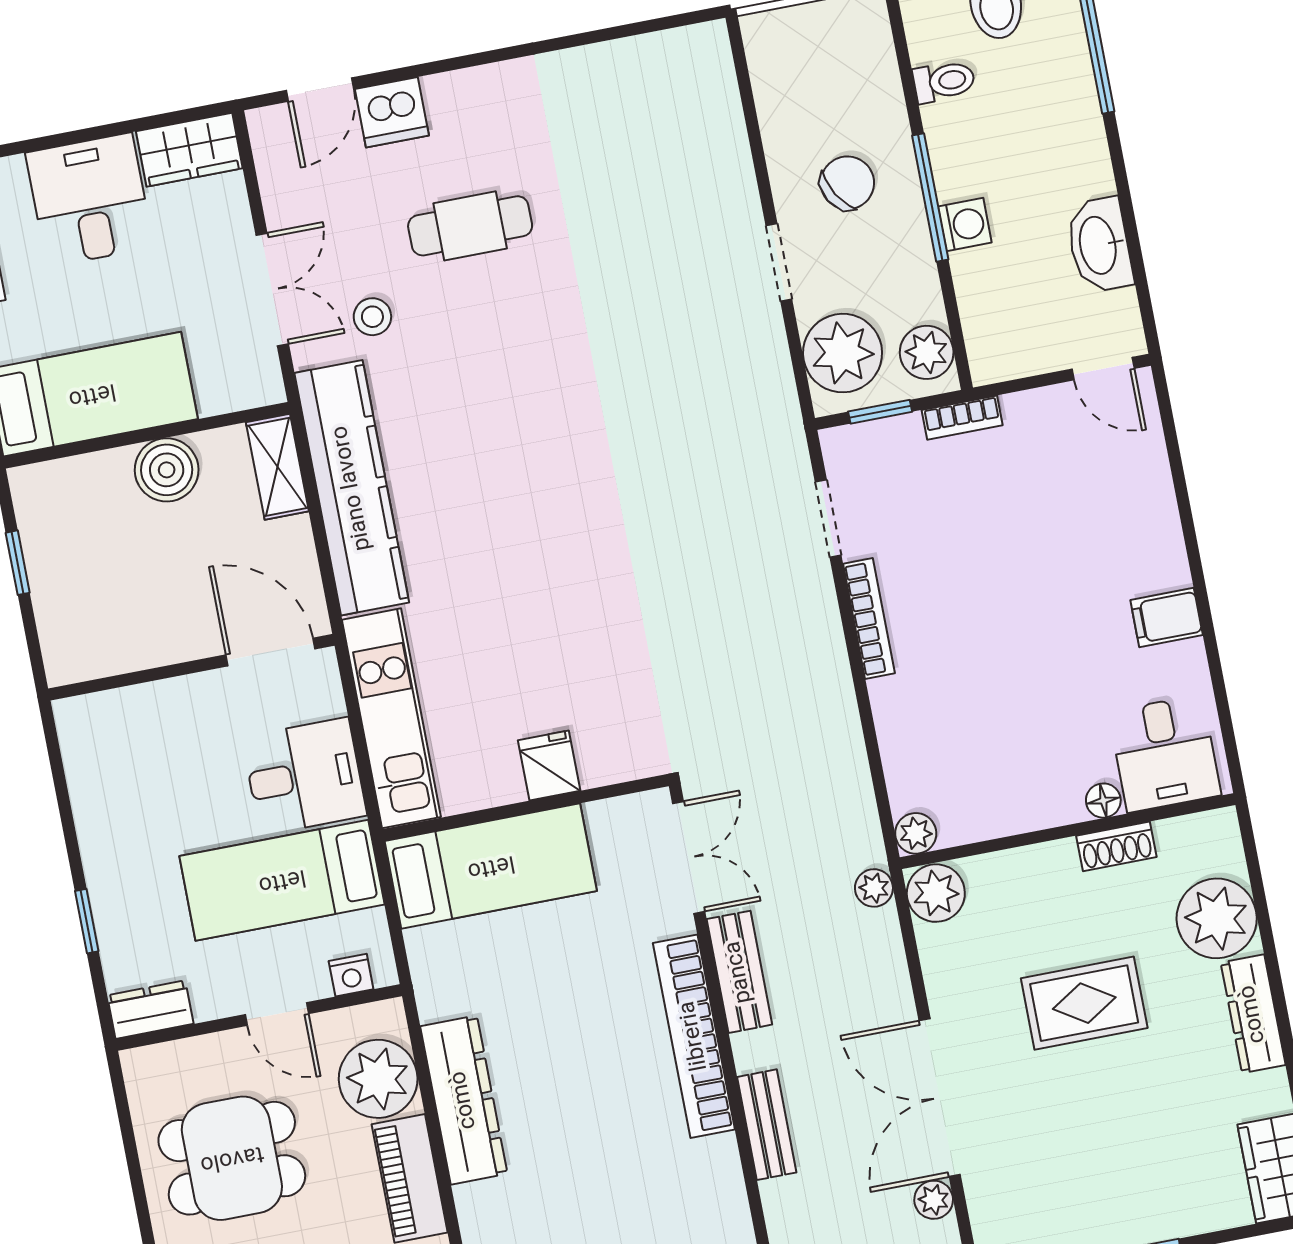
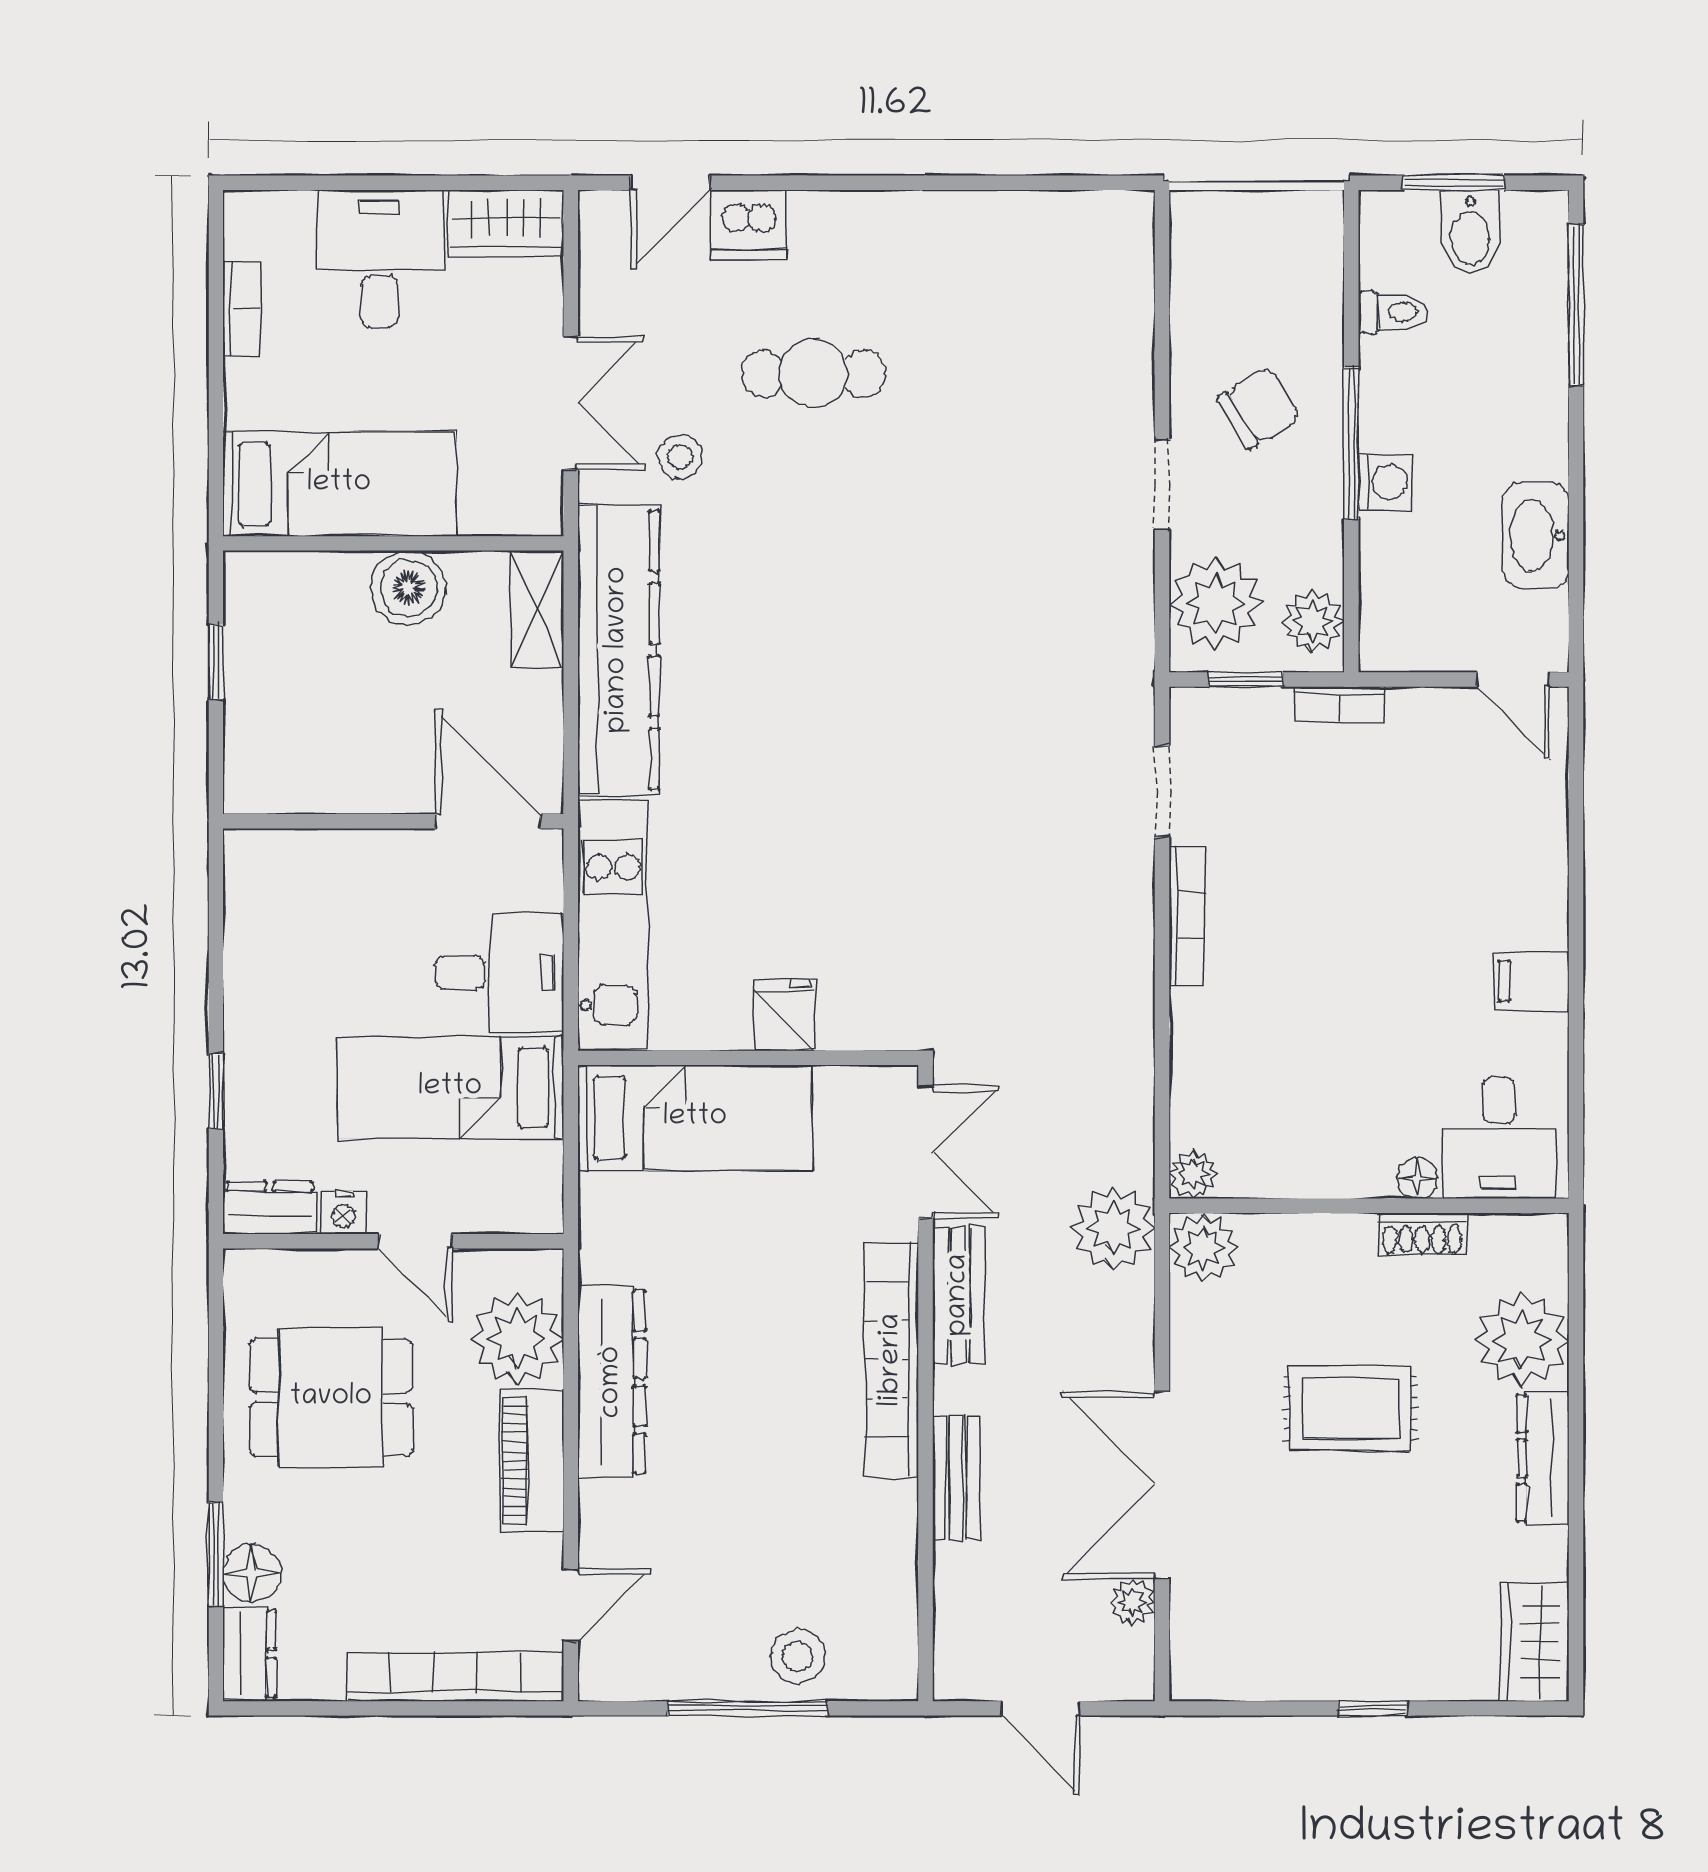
plant: (874, 888) -> (1113, 1228), width x1.88, depth x1.88
nightstand: (351, 975) -> (344, 1213), moved

